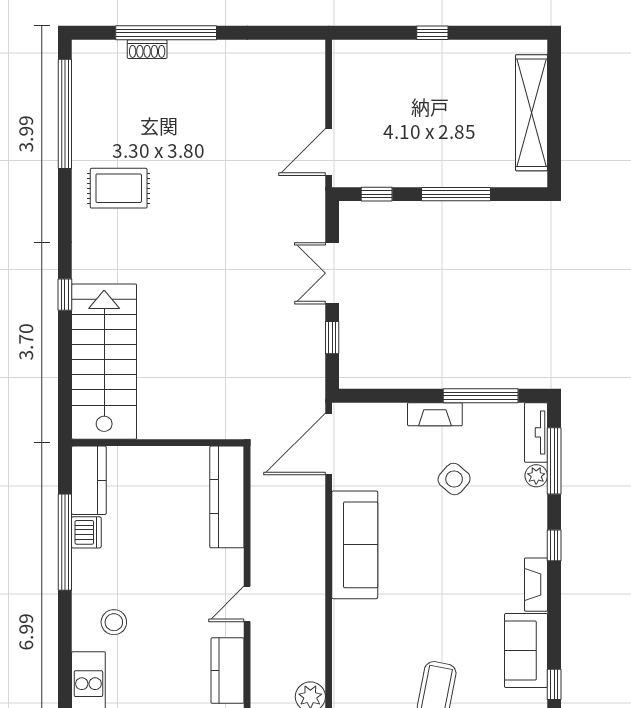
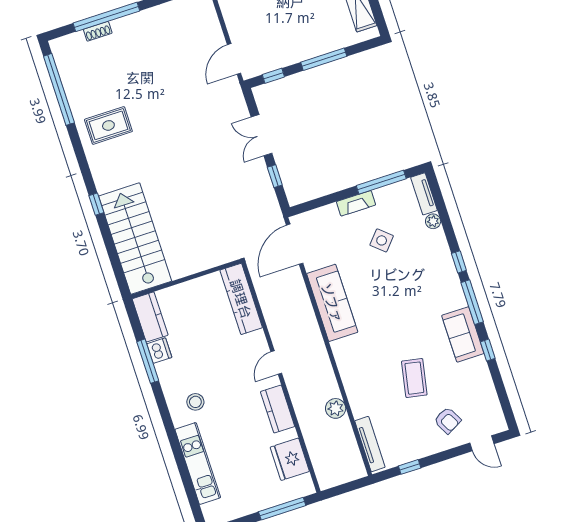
window: (554, 461) -> (472, 302), moved
window: (65, 542) -> (148, 361), width x0.68
fireplace: (536, 585) -> (455, 290), removed

